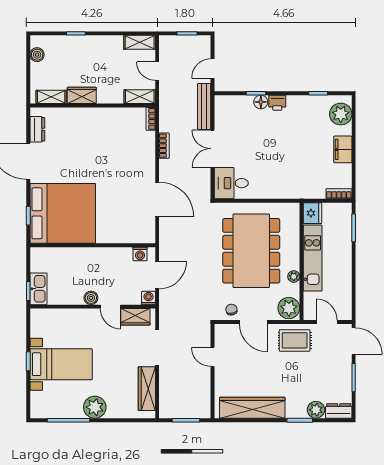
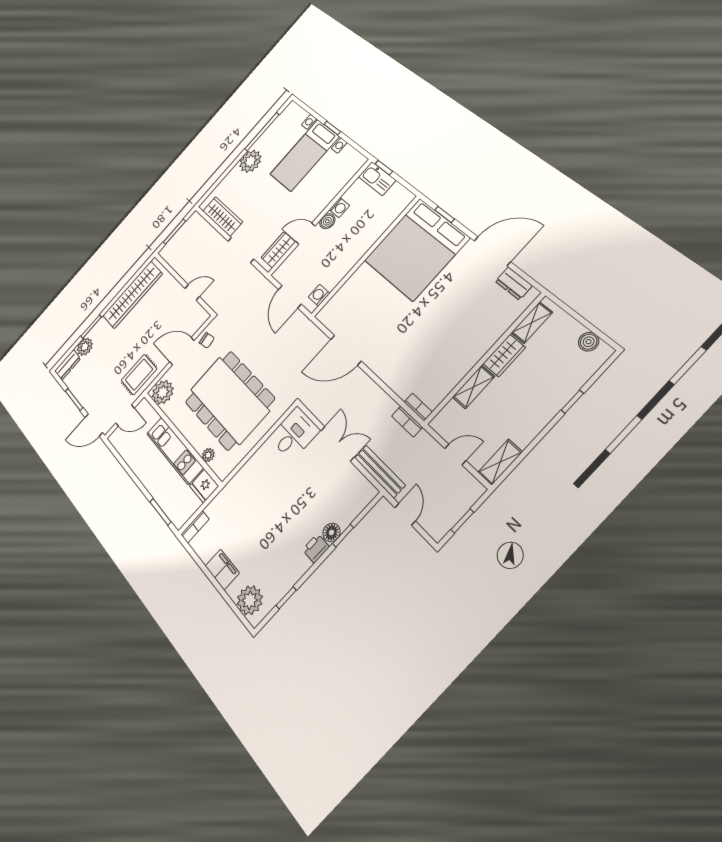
shelving: (140, 97) -> (473, 387), moved
bookcase: (164, 146) -> (407, 422), moved
plant: (294, 276) -> (208, 455), moved
washing machine: (149, 298) -> (339, 208), moved

